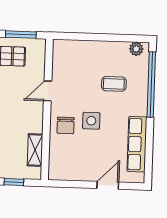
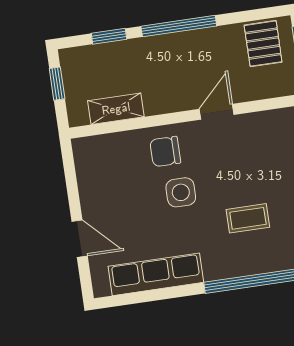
coffee table: (114, 84) -> (248, 218), turned 90
door: (48, 91) -> (217, 112), hinge flipped

